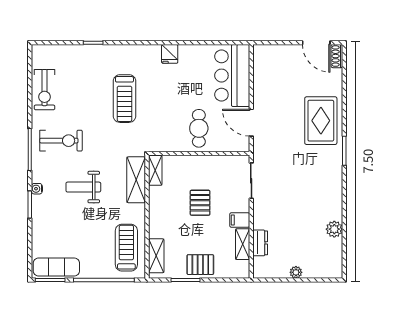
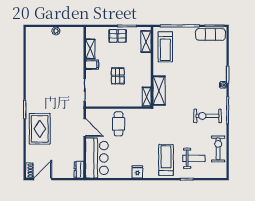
door: (316, 43) -> (43, 179), hinge flipped
treadmill: (124, 99) -> (166, 160), moved
weight bench: (83, 187) -> (194, 158), moved
plant: (334, 229) -> (31, 59), removed
dresser: (260, 243) -> (79, 170), moved

